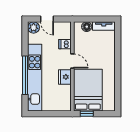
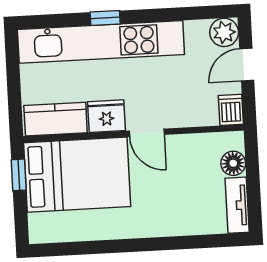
dishwasher: (65, 44) -> (231, 110), moved
door: (72, 61) -> (147, 133), hinge flipped
window: (25, 75) -> (105, 18), width x0.32
kitchen counter: (65, 98) -> (56, 119), added

